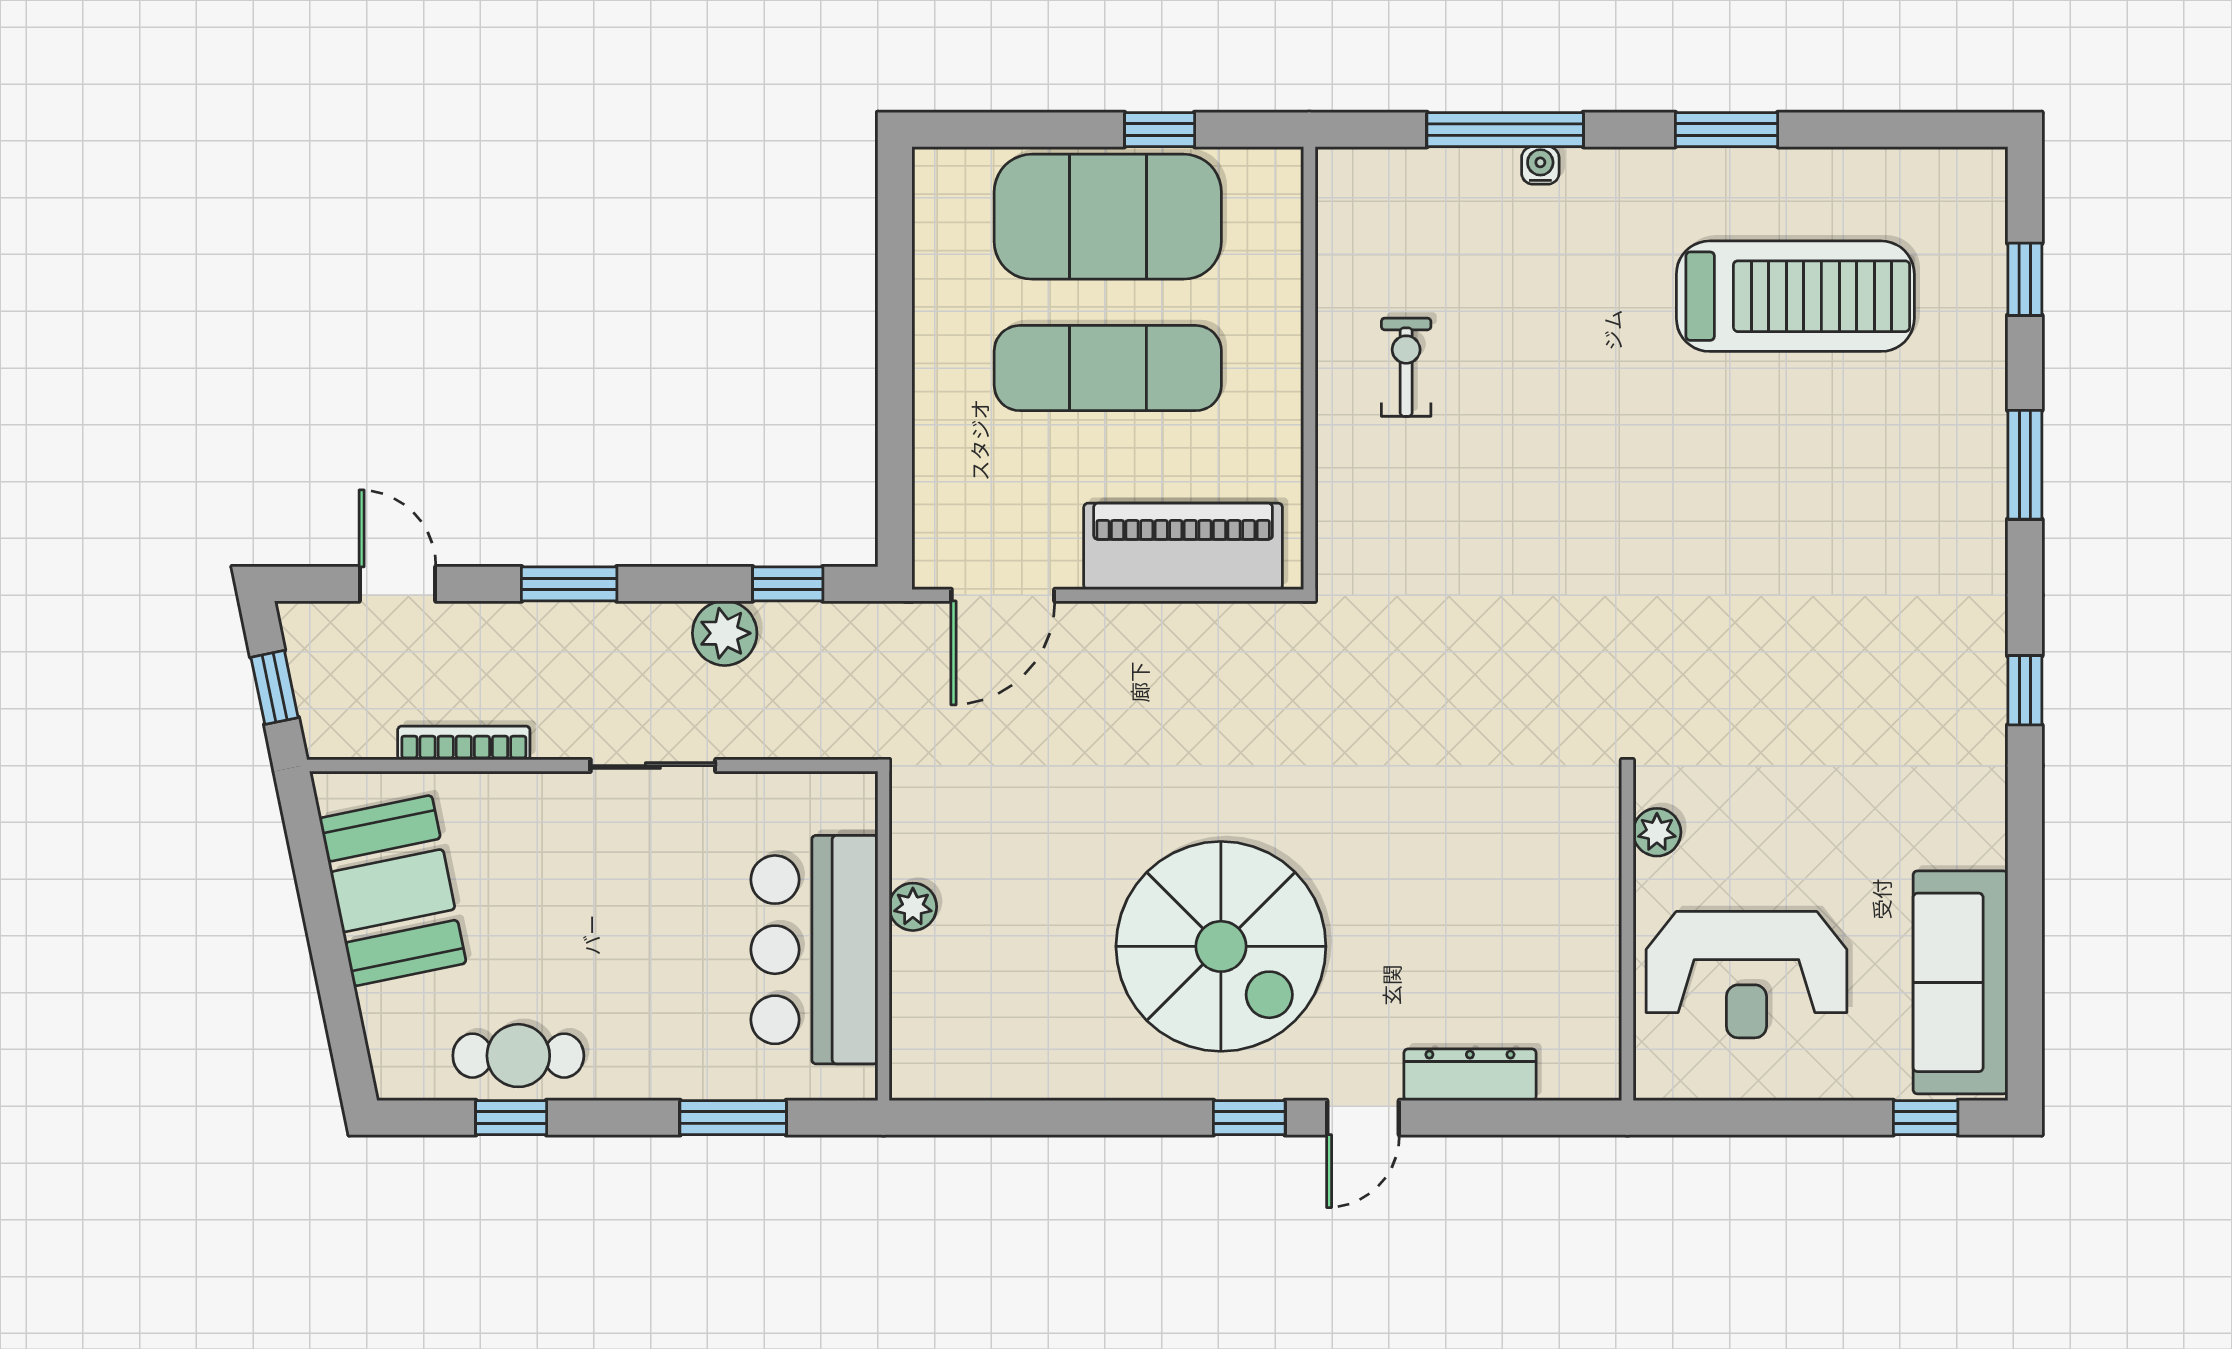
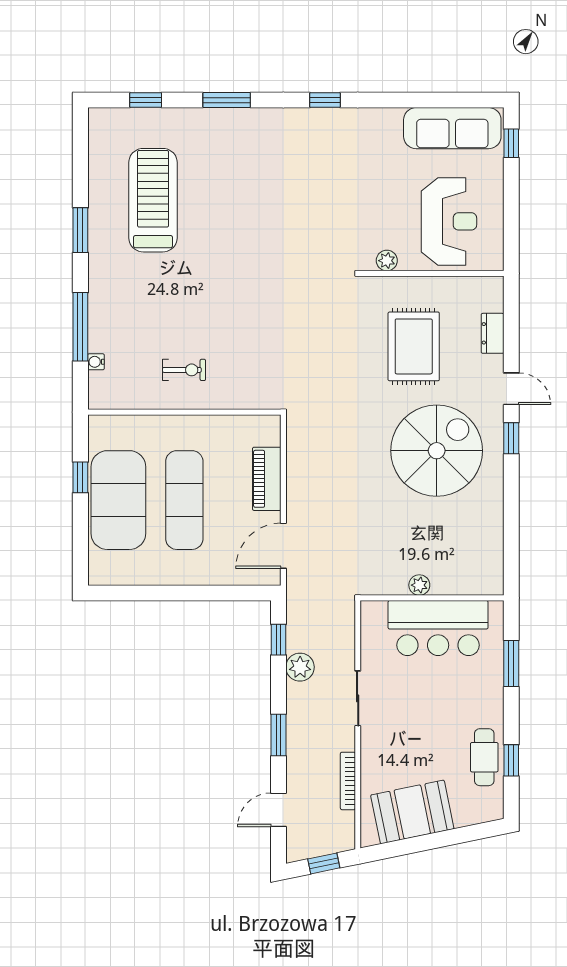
water cooler: (1540, 165) -> (96, 362), moved
exercise bike: (1406, 367) -> (184, 370), turned 180
piano: (1183, 546) -> (267, 479), width x0.73, depth x0.75
door: (1003, 595) -> (283, 546), swing flipped
rug: (1460, 894) -> (414, 346), added
dresser: (1470, 1075) -> (493, 333), width x0.70

